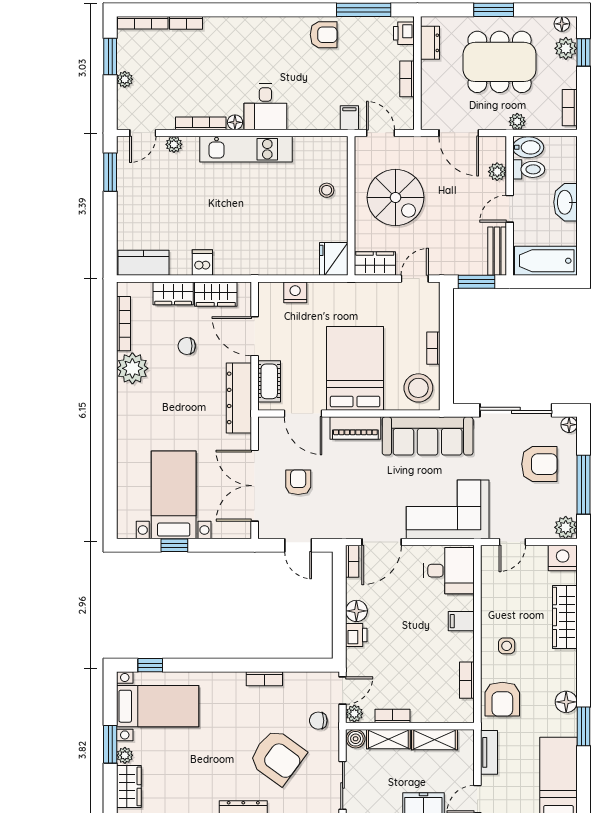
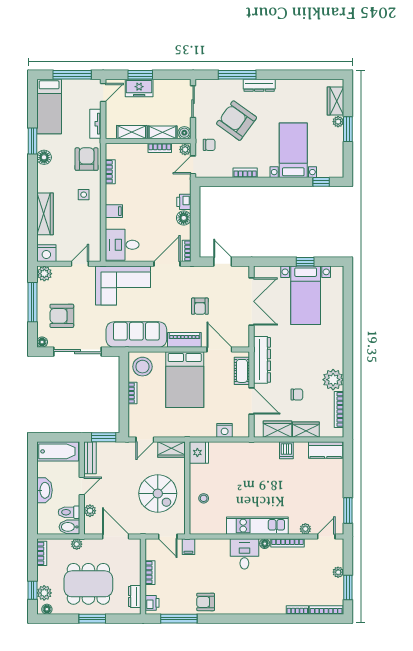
spiral stairs: (395, 197) -> (158, 493), turned 180
armchair: (298, 482) -> (200, 306), moved
bed with nightstands: (158, 706) -> (293, 150), moved, turned 90

